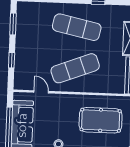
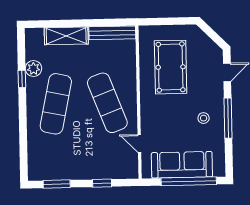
plant: (106, 11) -> (33, 69), added
door: (41, 92) -> (139, 144), hinge flipped

